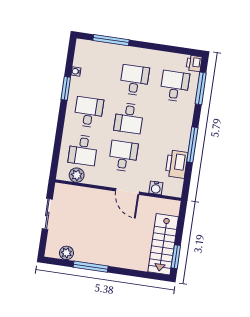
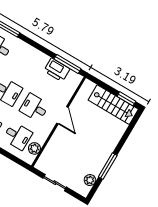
window: (192, 145) -> (68, 64), moved
water cooler: (156, 188) -> (68, 93), removed
door: (127, 192) -> (62, 115), hinge flipped

